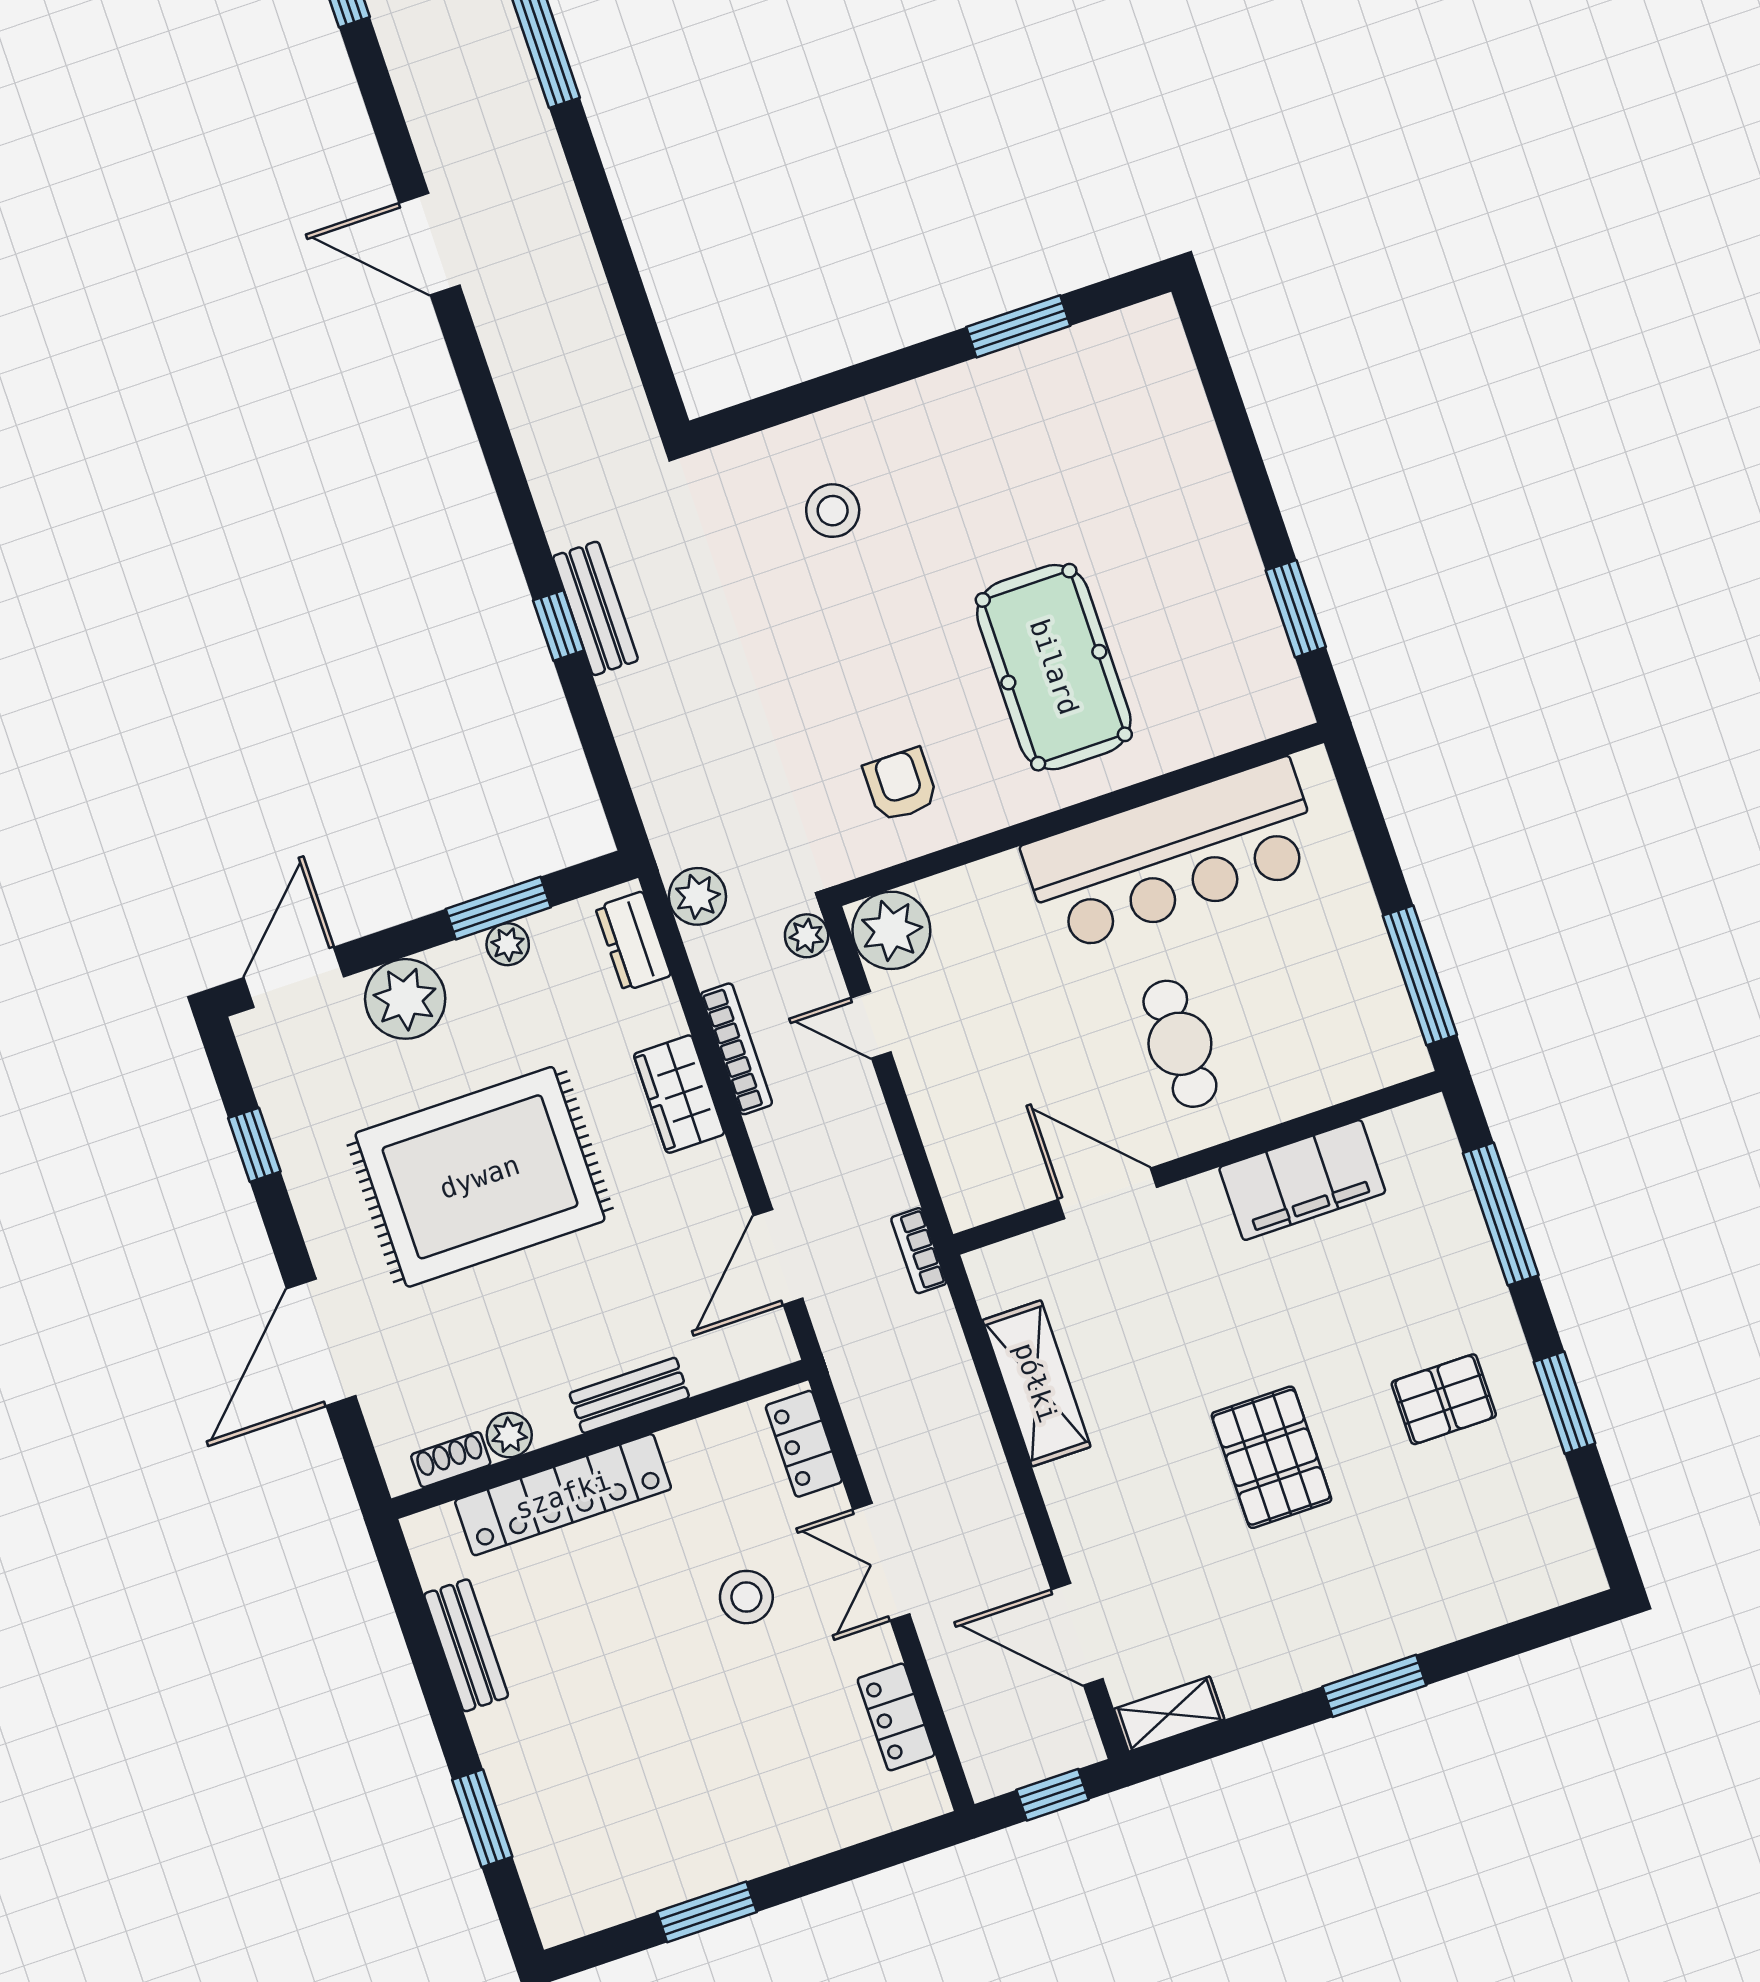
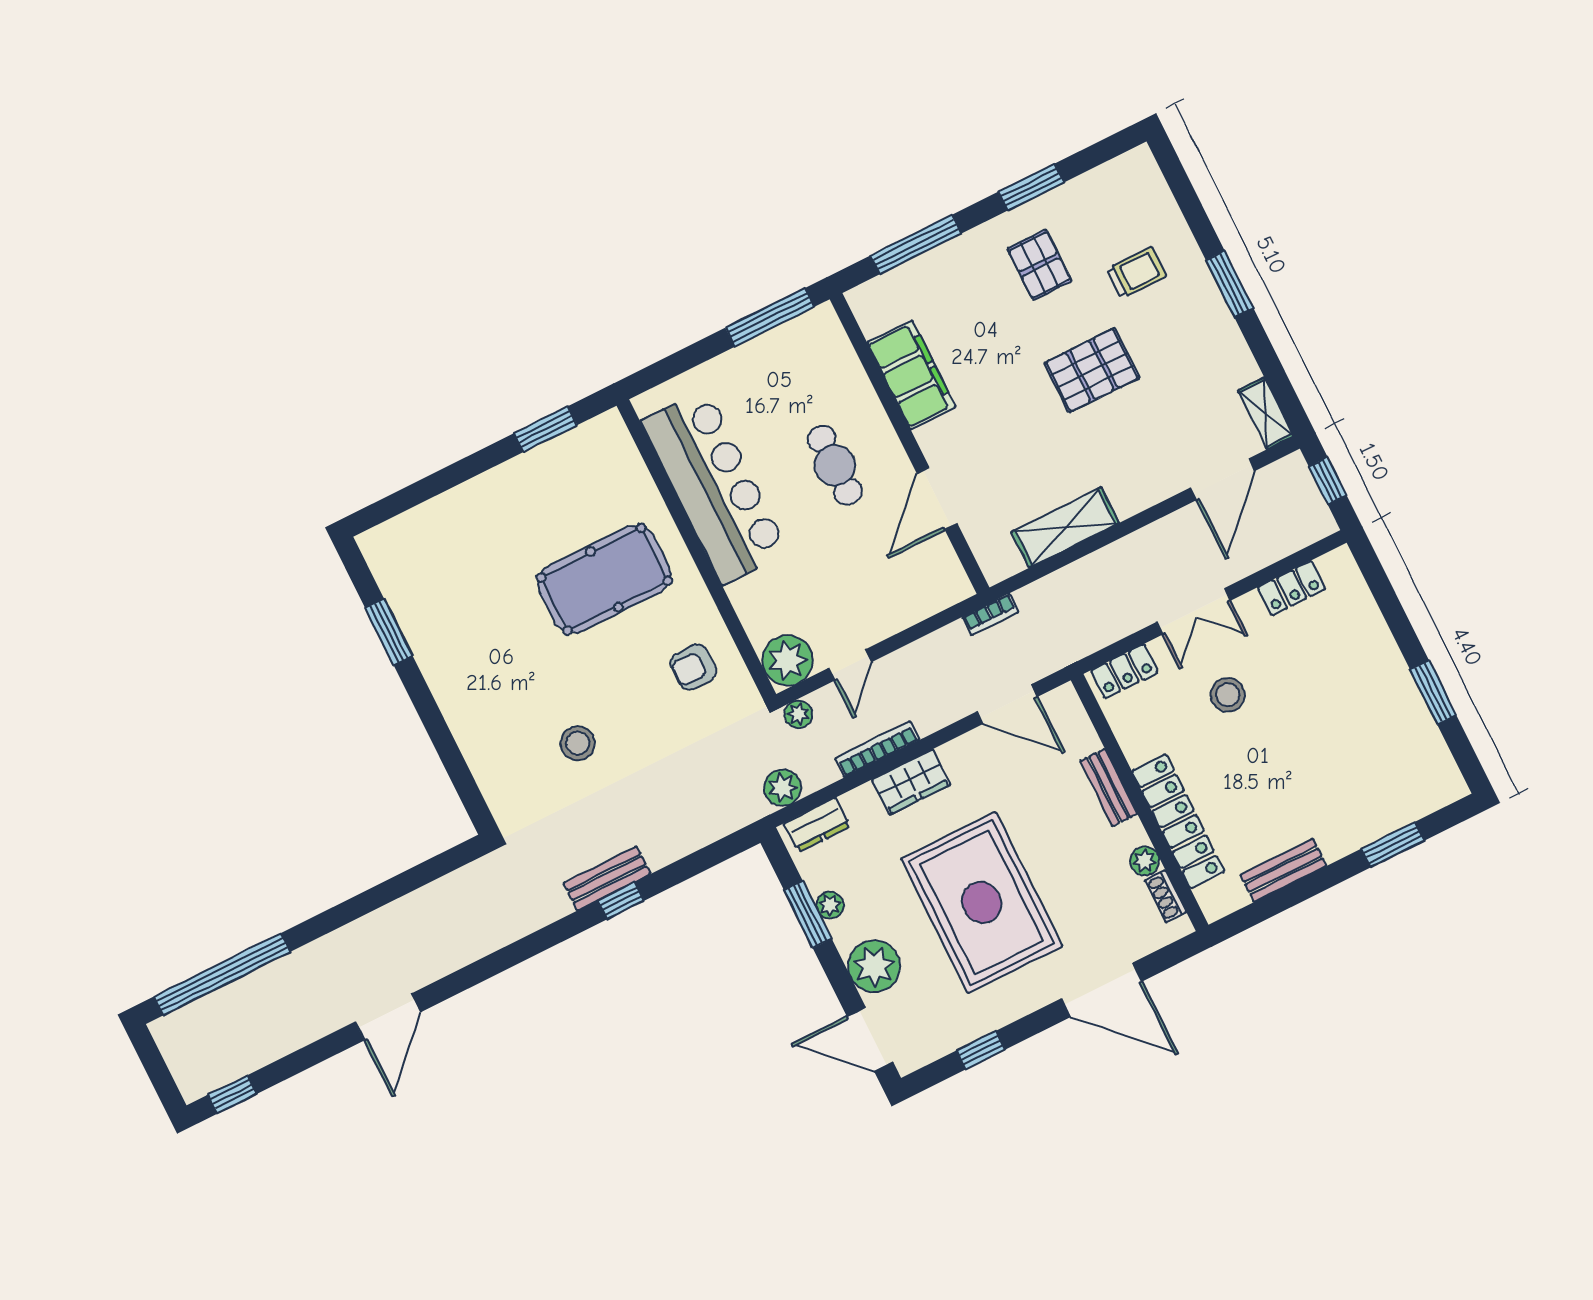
stool: (833, 511) -> (578, 743), moved
cafe table: (1180, 1044) -> (835, 465), turned 90
trolley: (1412, 1546) -> (1136, 273), added

